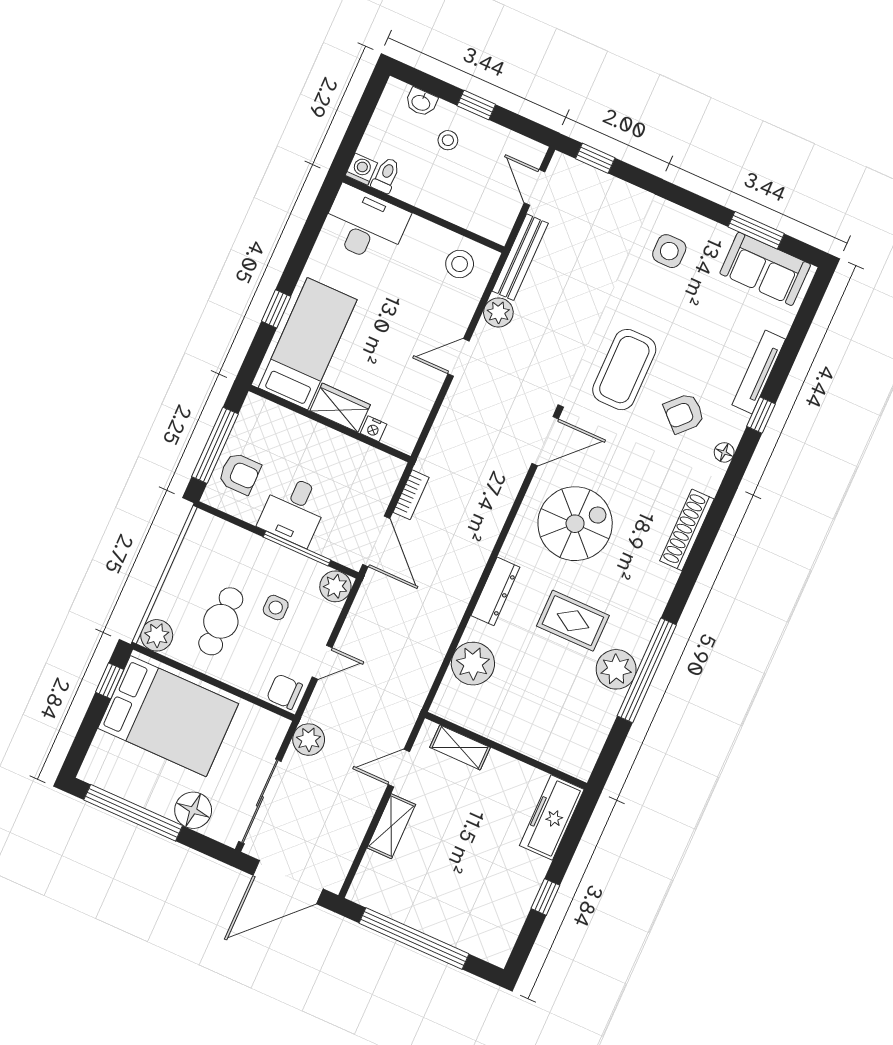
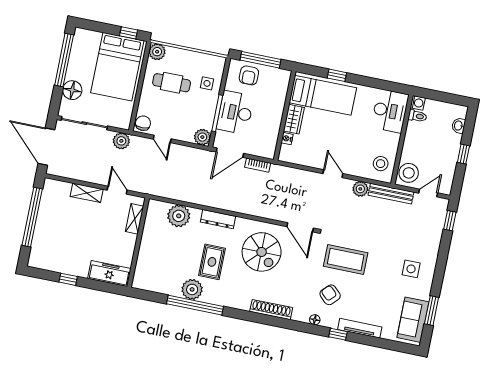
stool: (448, 140) -> (409, 173), moved, width x1.89, depth x1.89
desk: (294, 510) -> (235, 112), width x1.37
side table: (276, 608) -> (207, 83), moved

